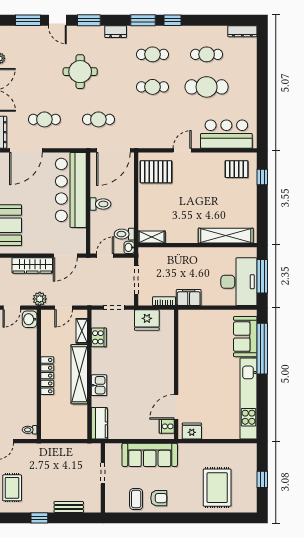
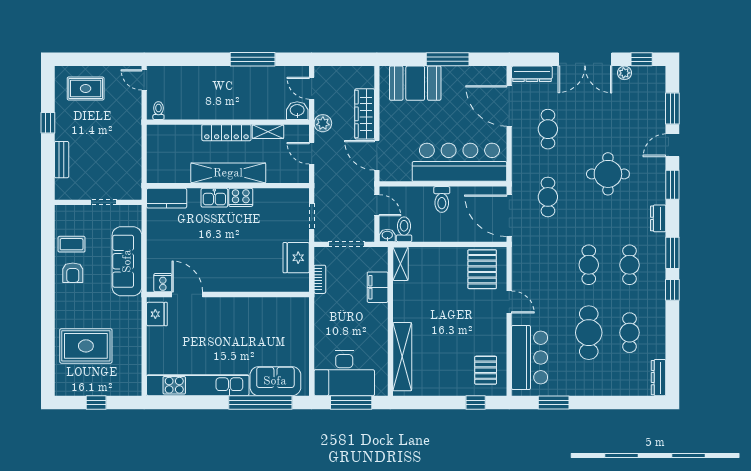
window: (262, 115) -> (554, 403), added
filing cabinet: (189, 298) -> (378, 287), moved, turned 180
shelving: (82, 331) -> (268, 132), moved
cooker: (99, 337) -> (241, 197), moved

